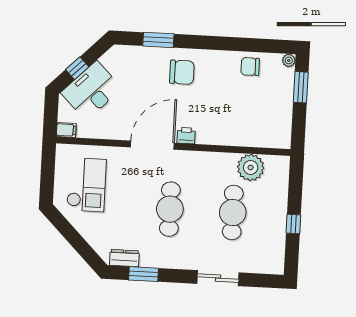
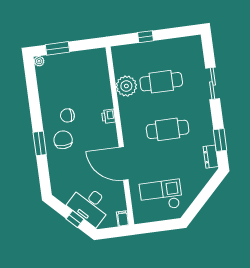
window: (158, 40) -> (40, 143), moved
chair: (250, 67) -> (67, 115), moved, turned 90
printer: (186, 136) -> (109, 116), moved
door: (152, 145) -> (124, 163), moved
plant: (251, 167) -> (126, 86), moved
window: (293, 224) -> (146, 37), moved

